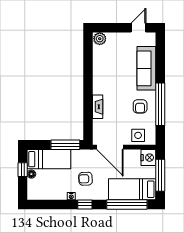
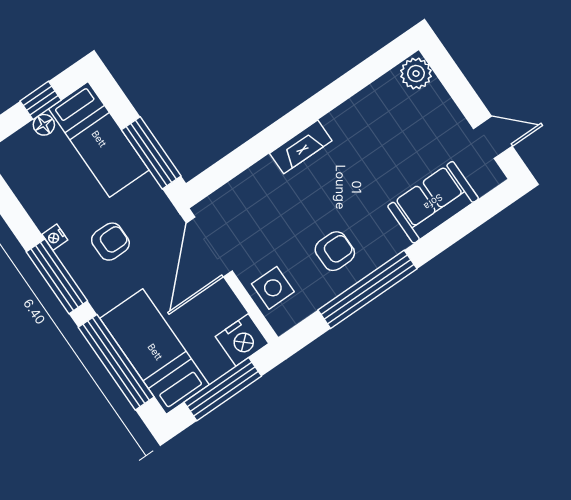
sofa: (146, 68) -> (433, 202), width x0.73
armchair: (140, 106) -> (335, 251), turned 180
fireplace: (98, 107) -> (301, 147), moved
armchair: (85, 179) -> (110, 242), turned 93
window: (85, 204) -> (57, 276), width x2.17

